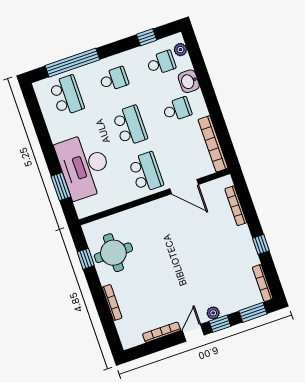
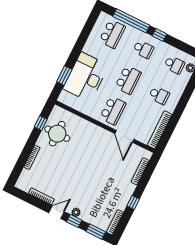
window: (147, 37) -> (160, 35), moved
washbasin: (189, 81) -> (179, 87), removed

